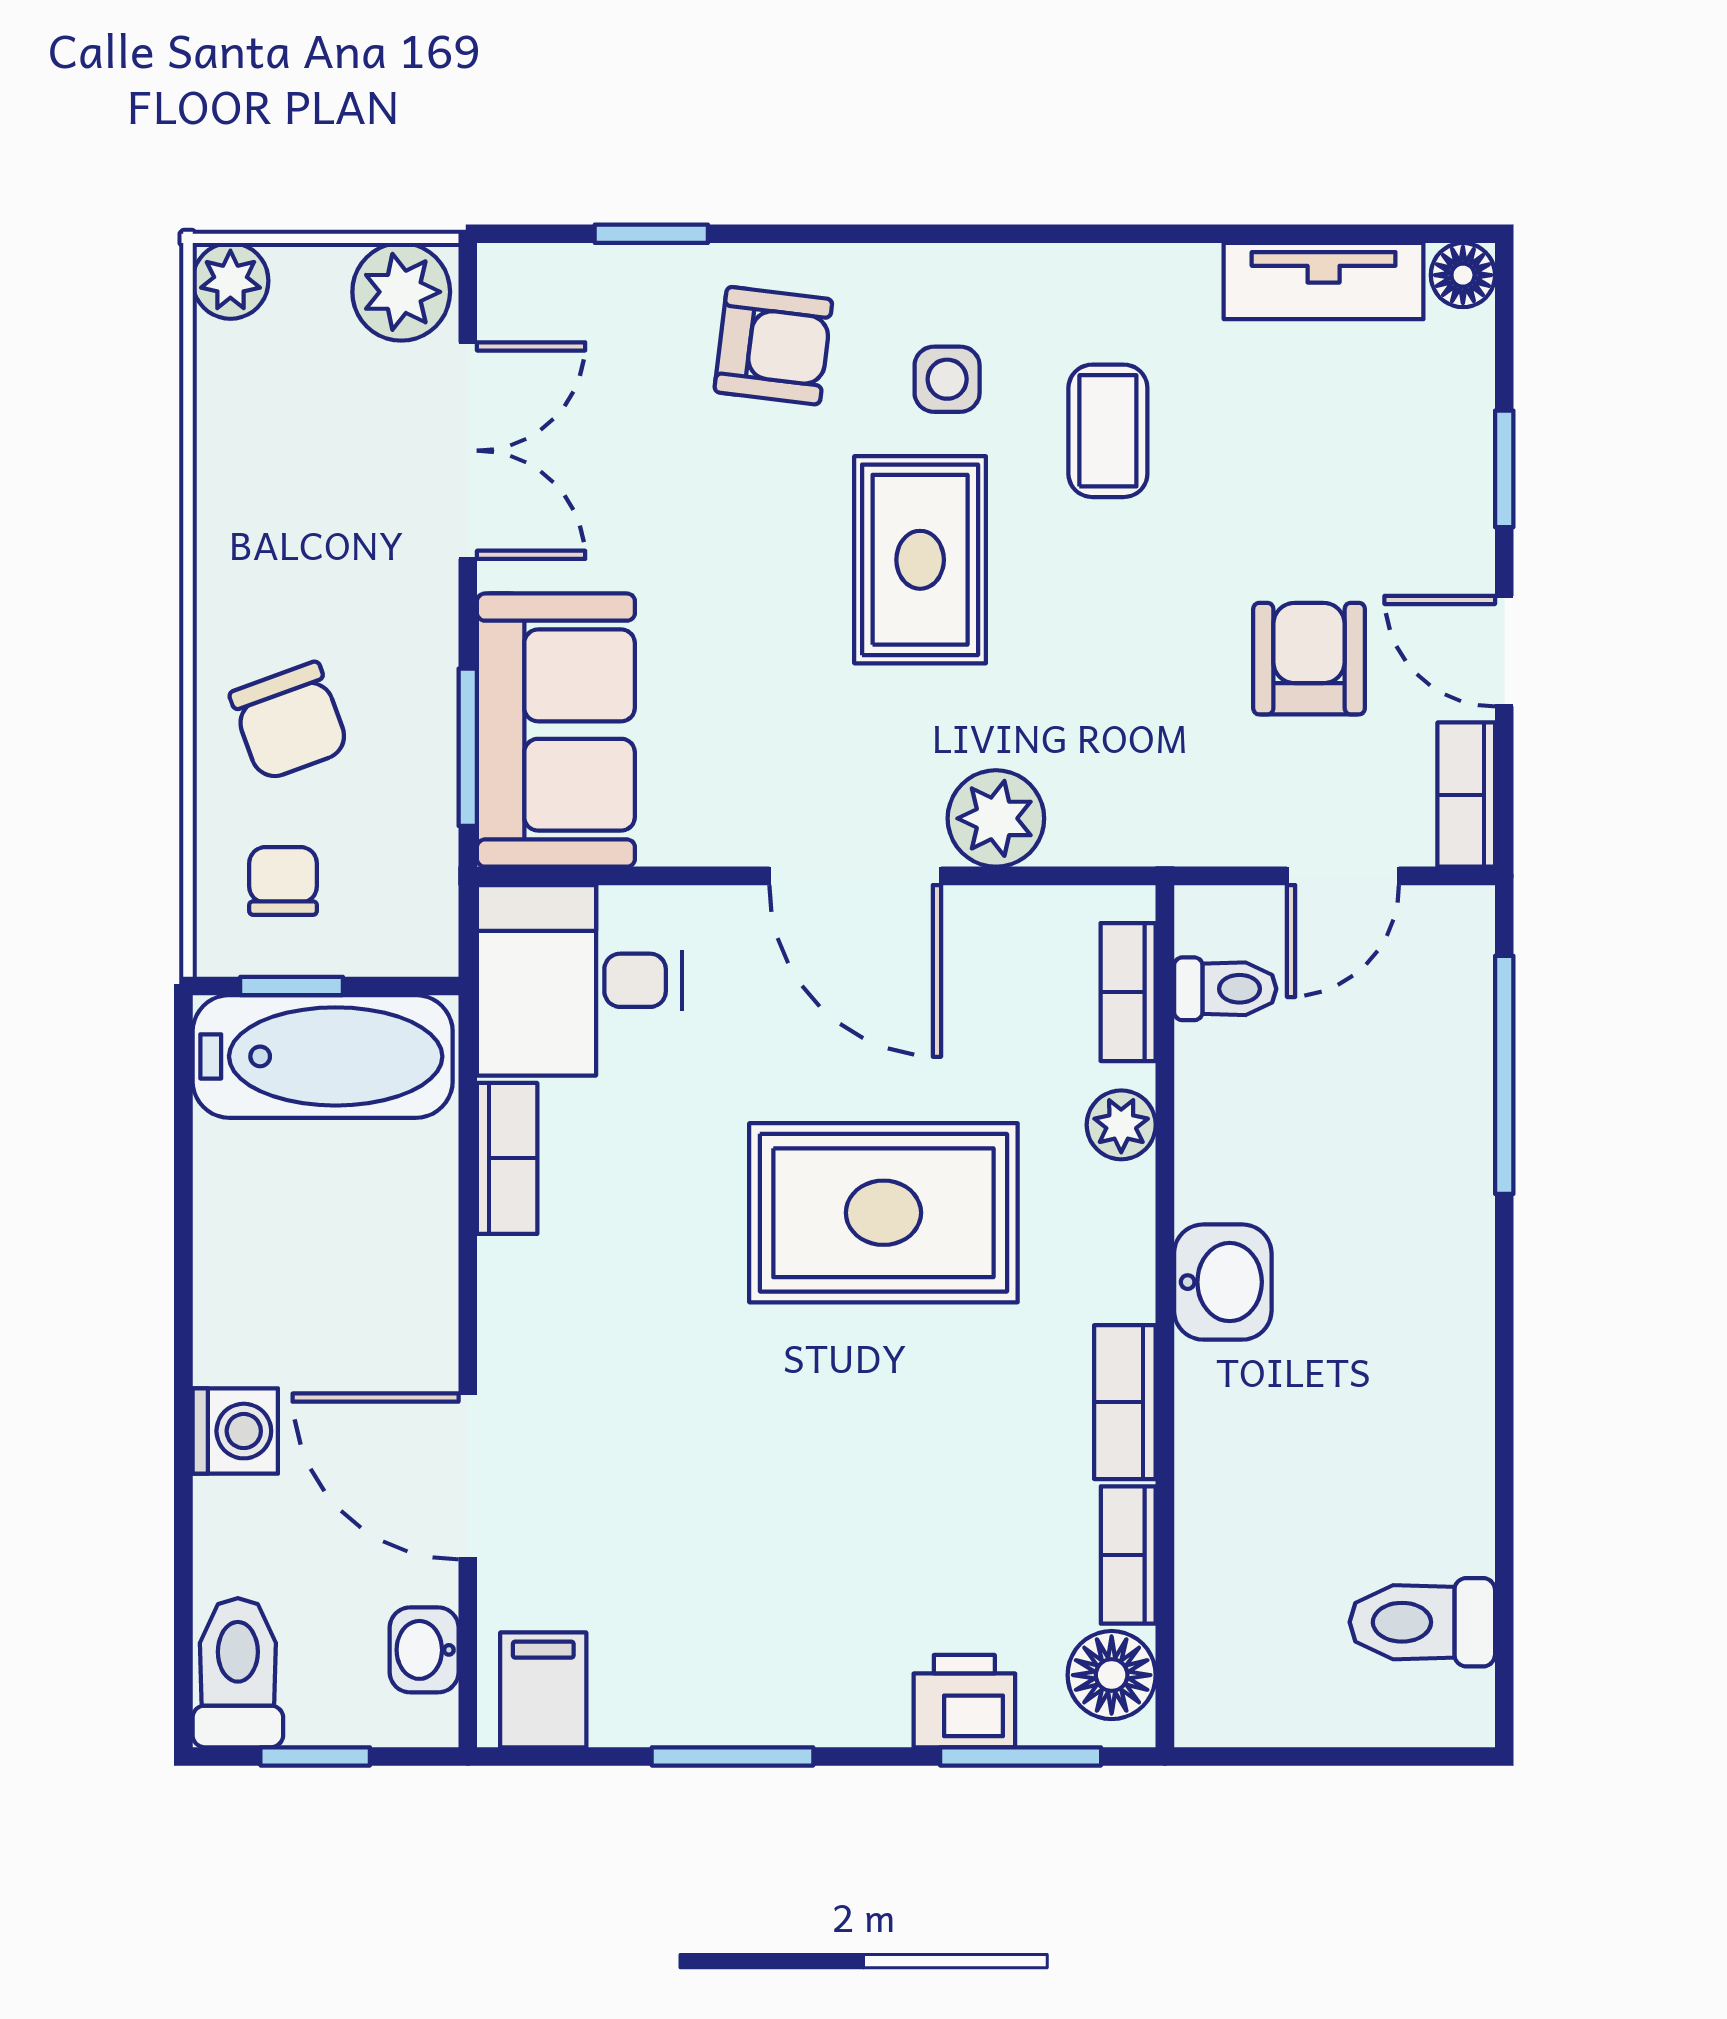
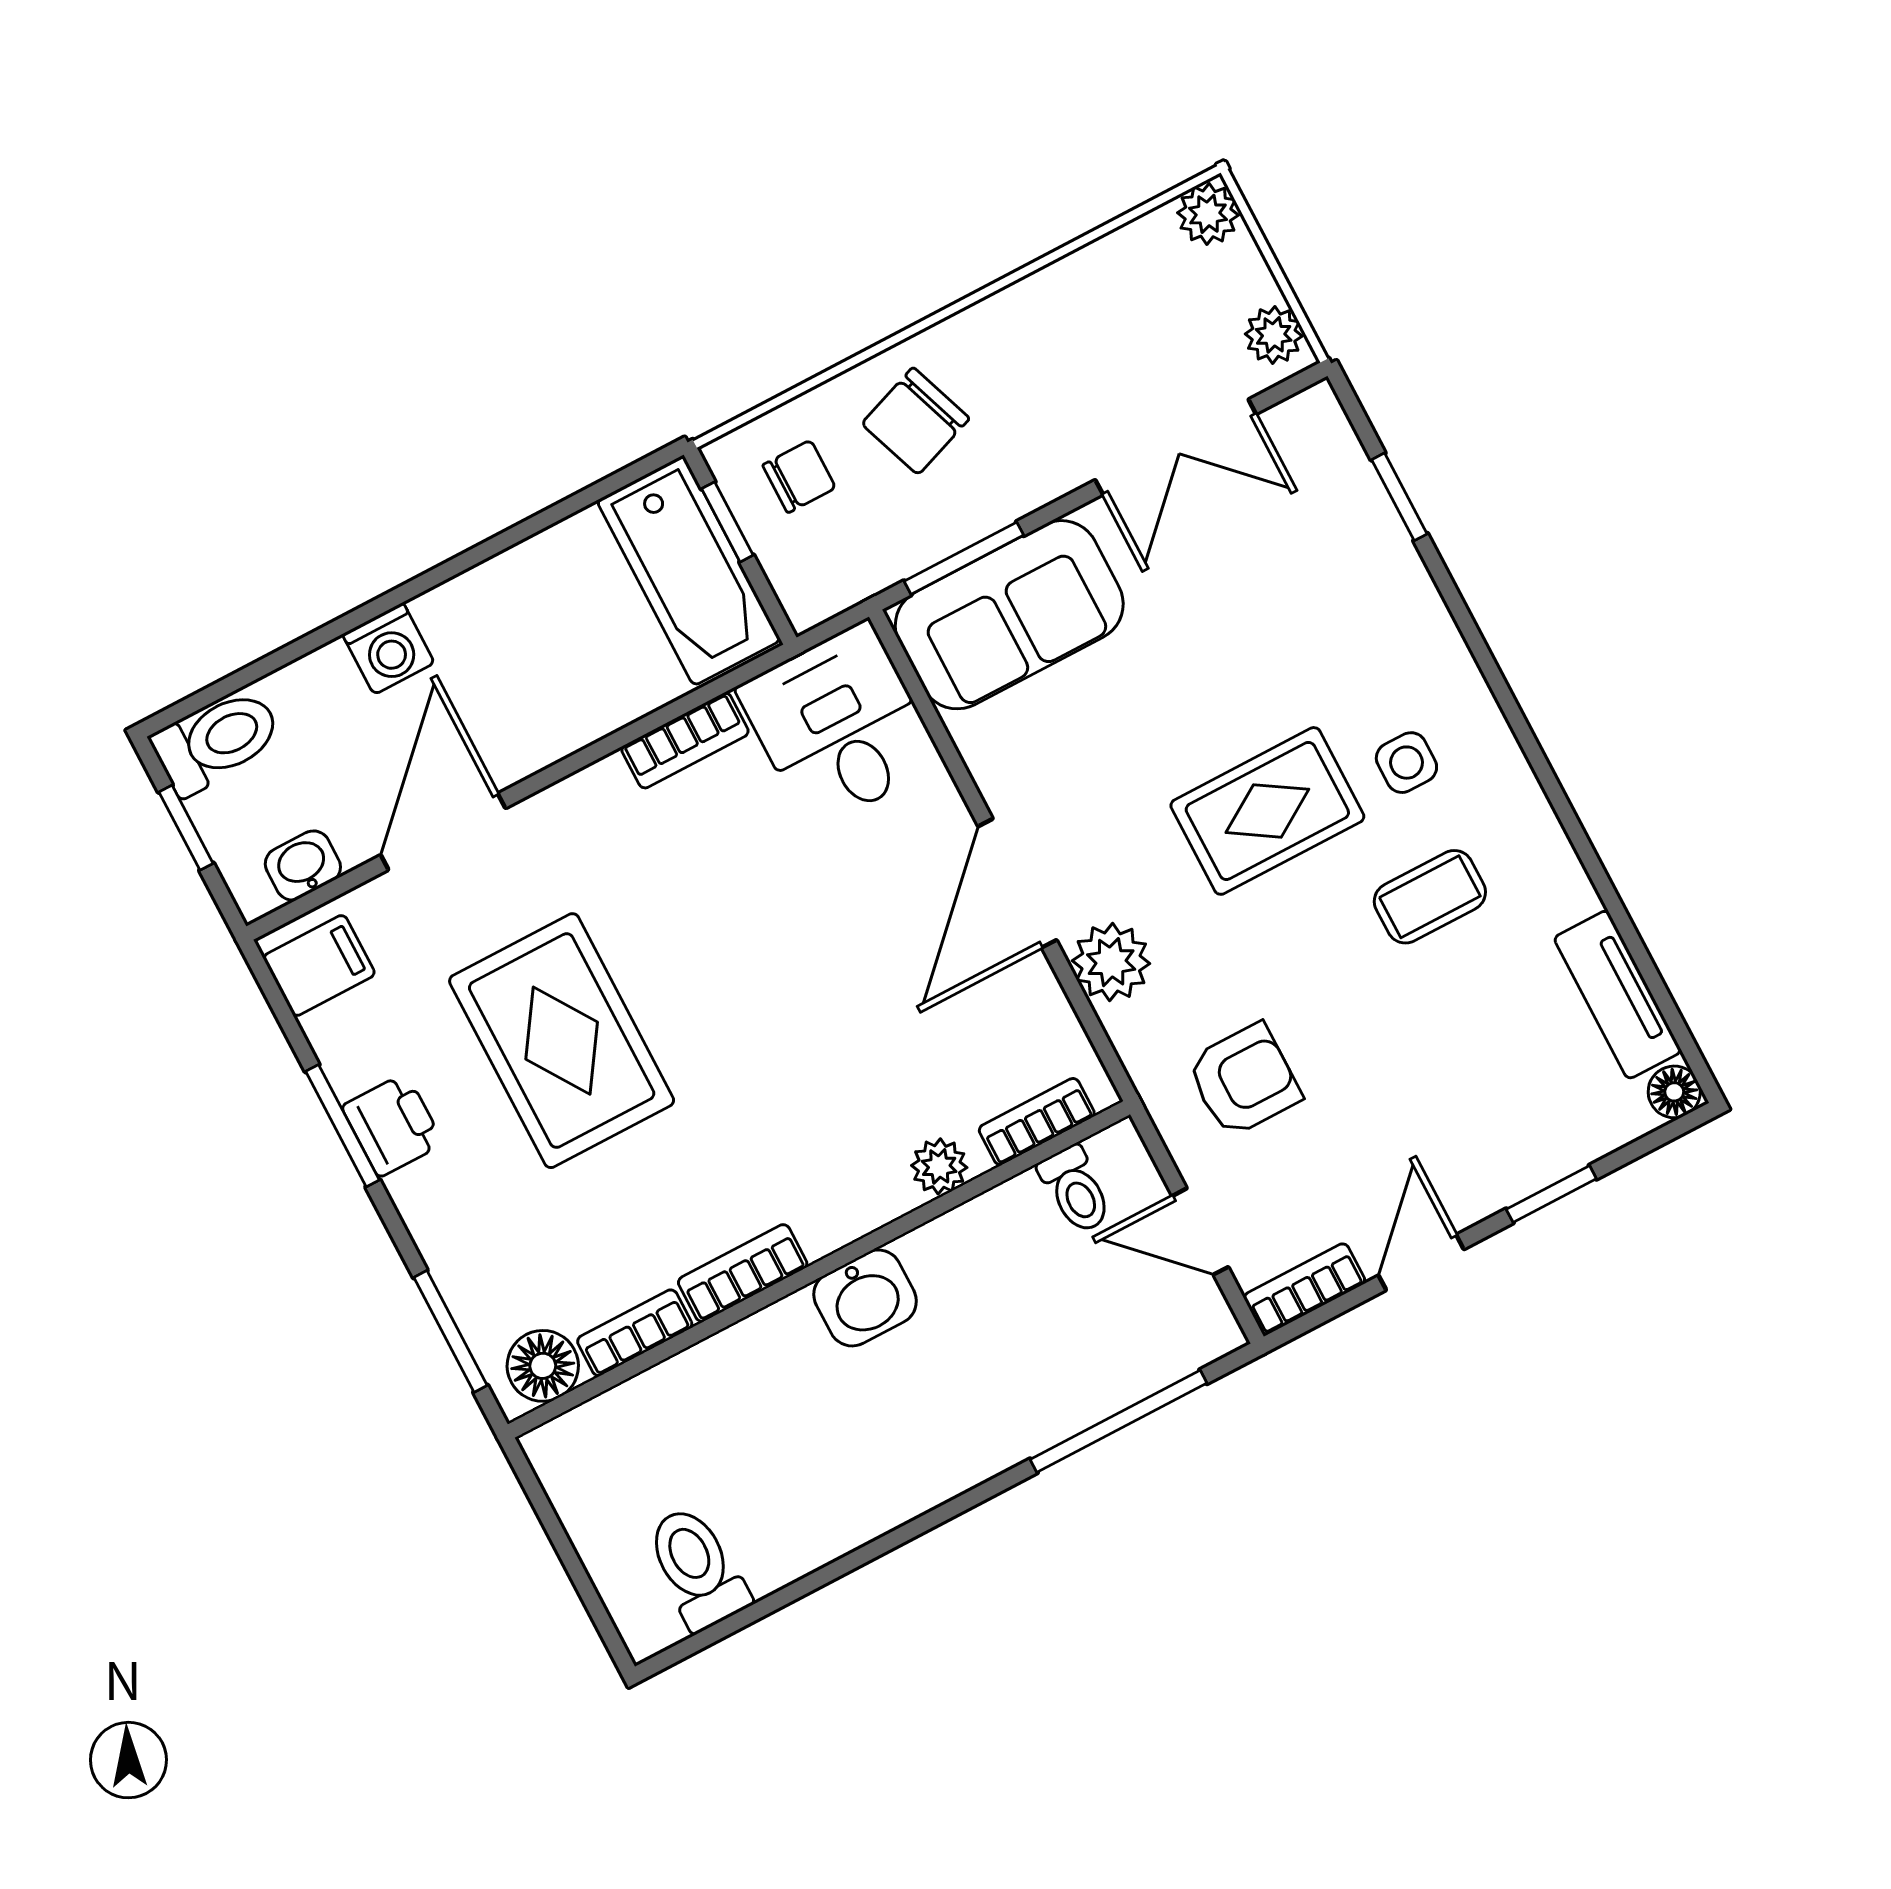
plant: (401, 292) -> (1274, 335), width x0.73, depth x0.73
armchair: (773, 346) -> (1365, 626), removed
armchair: (1309, 659) -> (1244, 1080), moved
rug: (883, 1213) -> (562, 1041), moved
printer: (964, 1701) -> (393, 1125), moved

